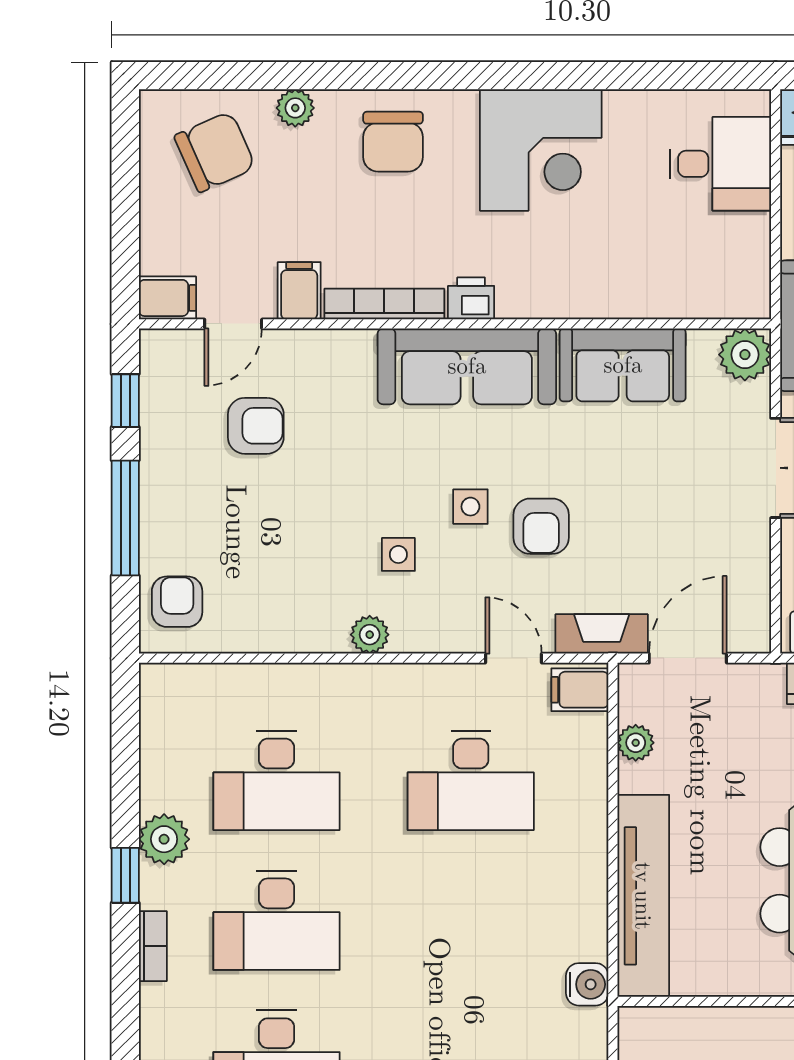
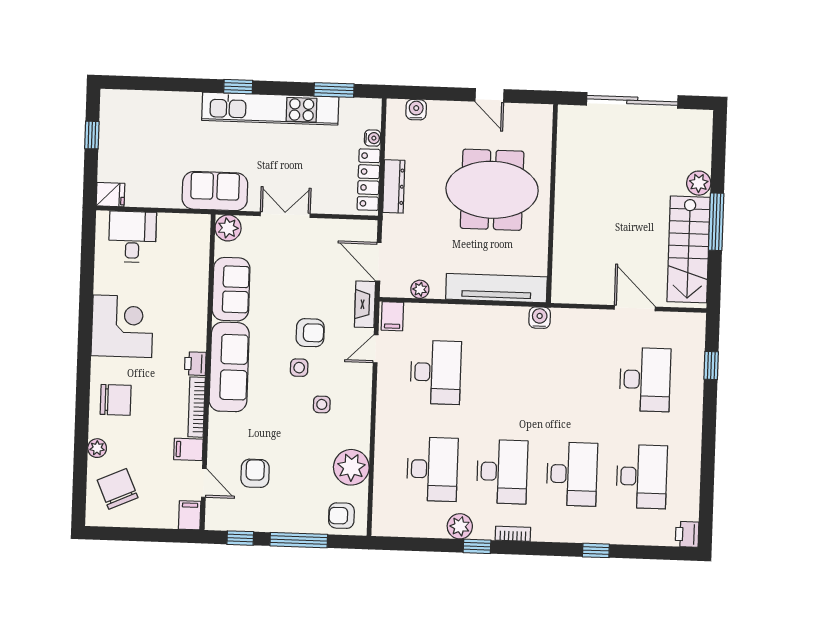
plant: (370, 635) -> (351, 467), moved, width x1.87, depth x1.87

